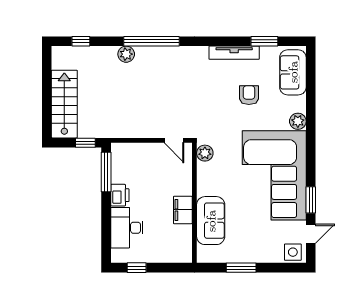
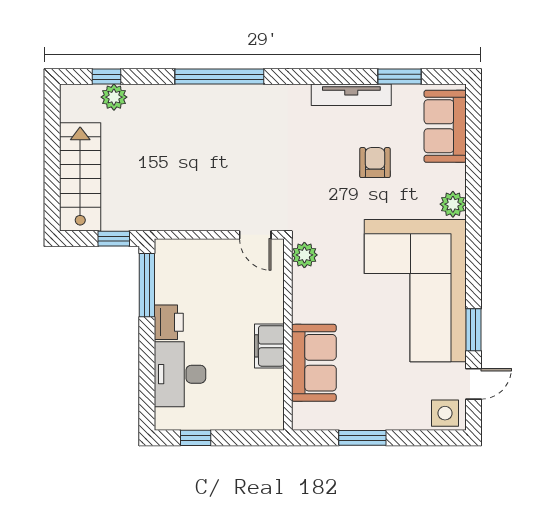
plant: (126, 54) -> (114, 97), moved

